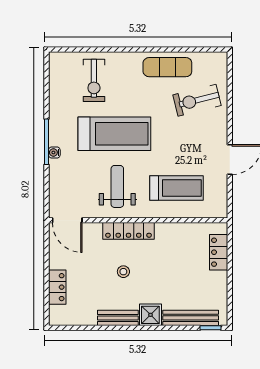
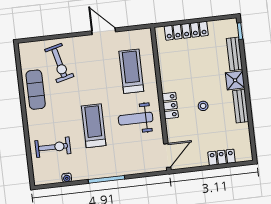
treadmill: (114, 134) -> (94, 126), width x0.73, depth x0.73
water cooler: (54, 152) -> (67, 178), moved
locker: (128, 231) -> (170, 106), width x0.66
locker: (219, 252) -> (186, 31), width x1.53
bench: (191, 318) -> (235, 54), width x0.73

